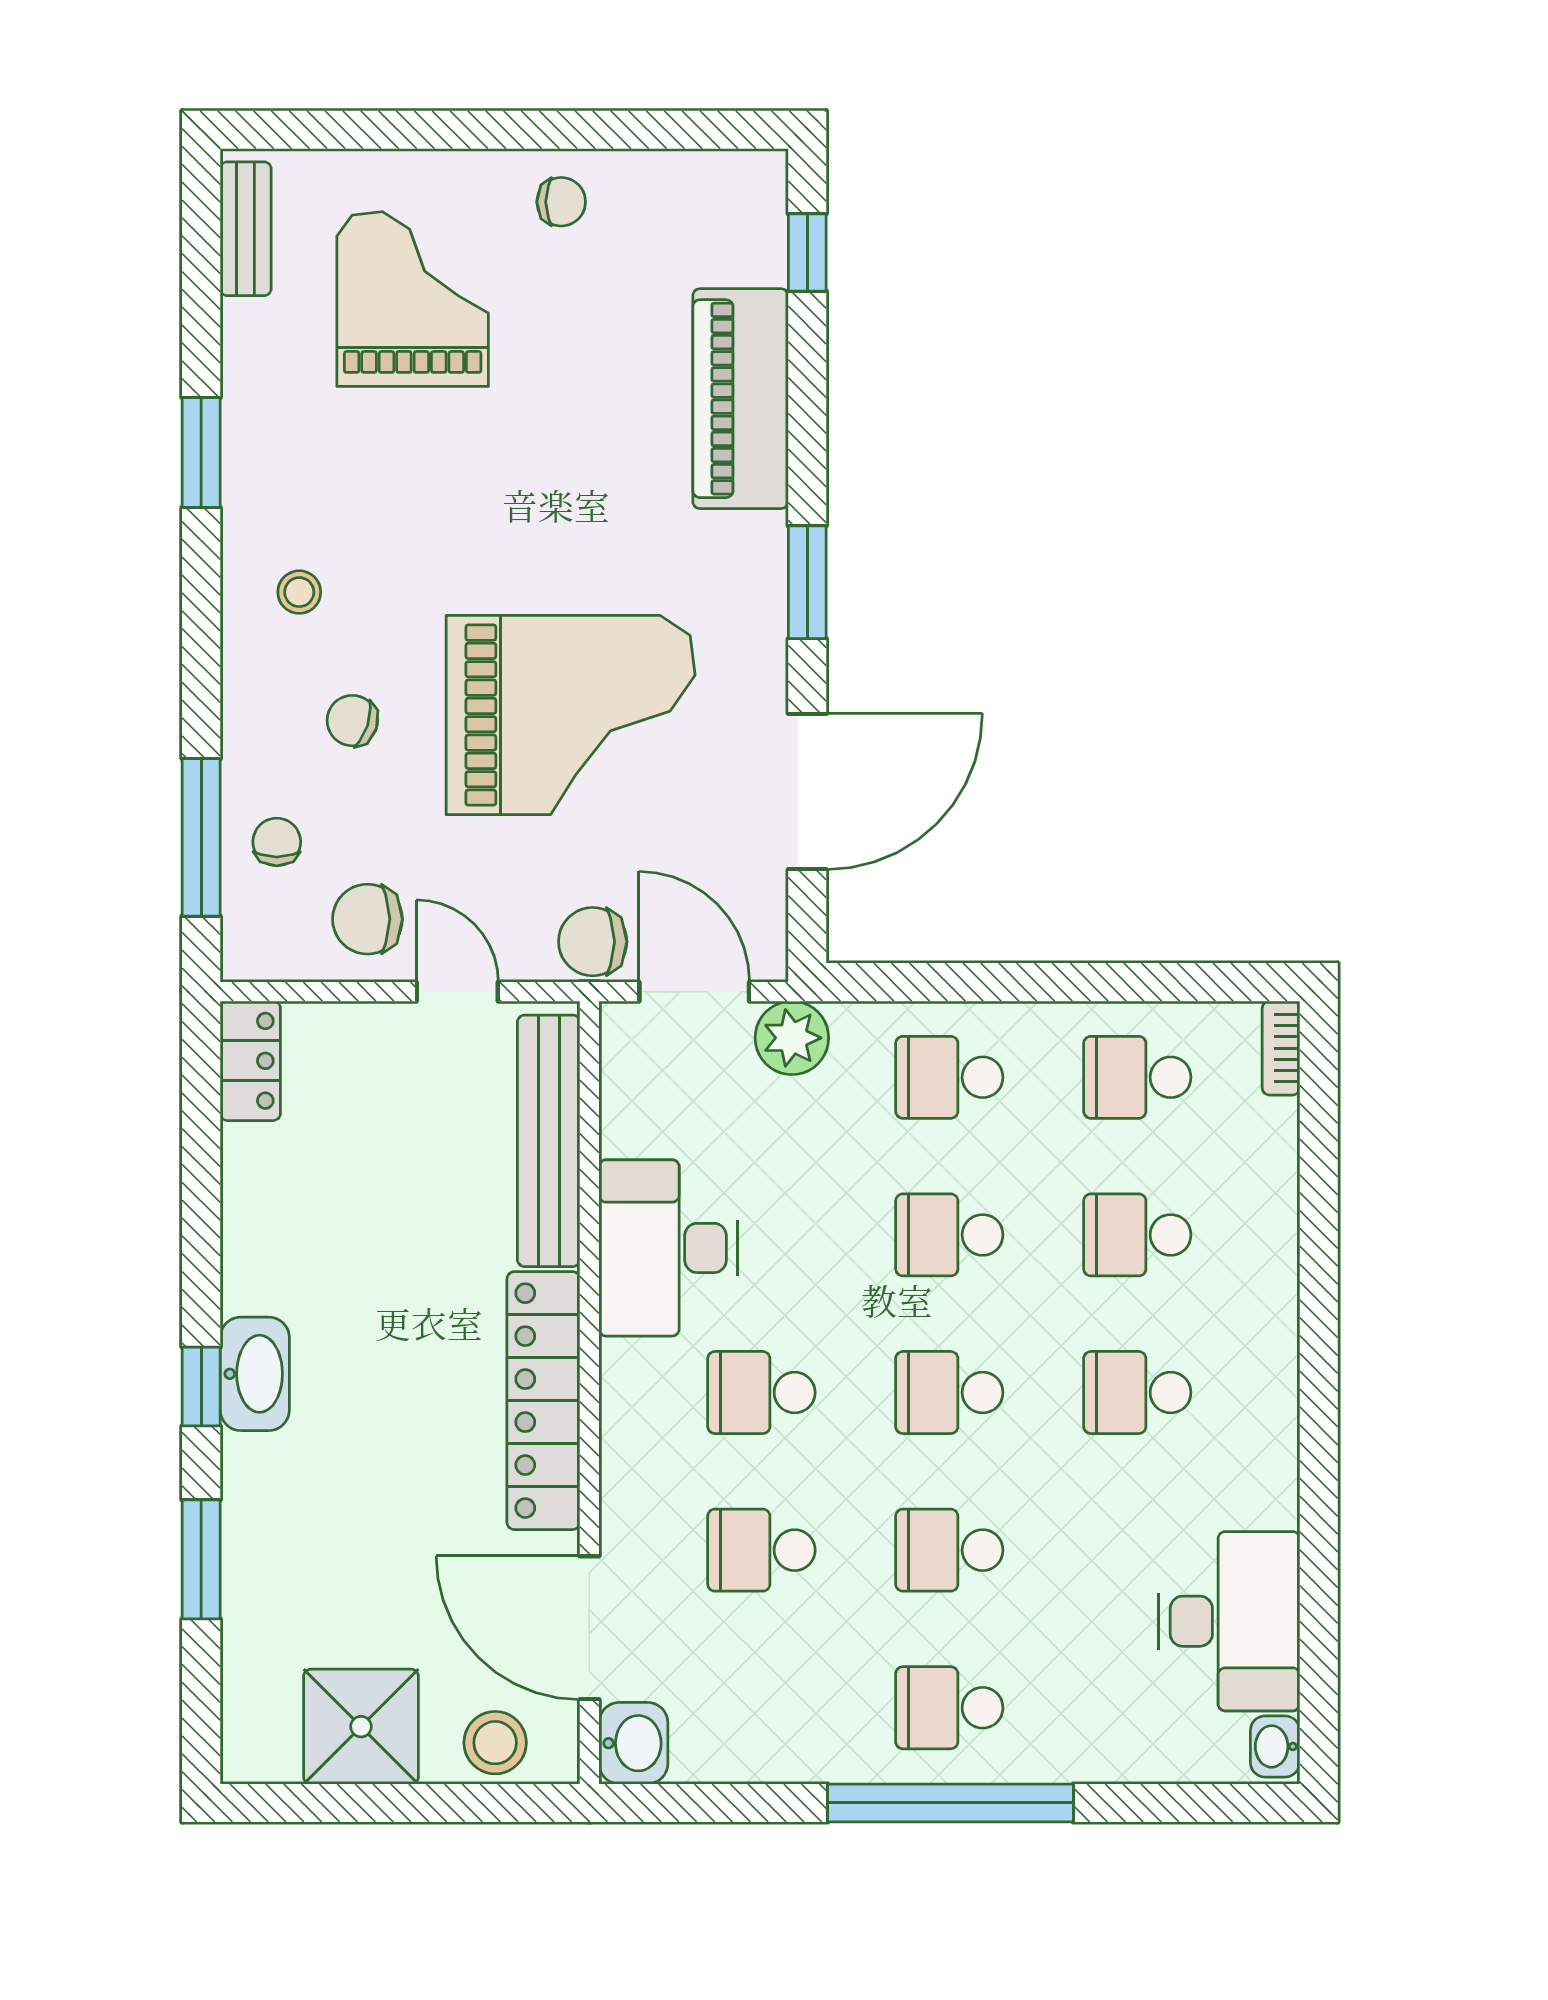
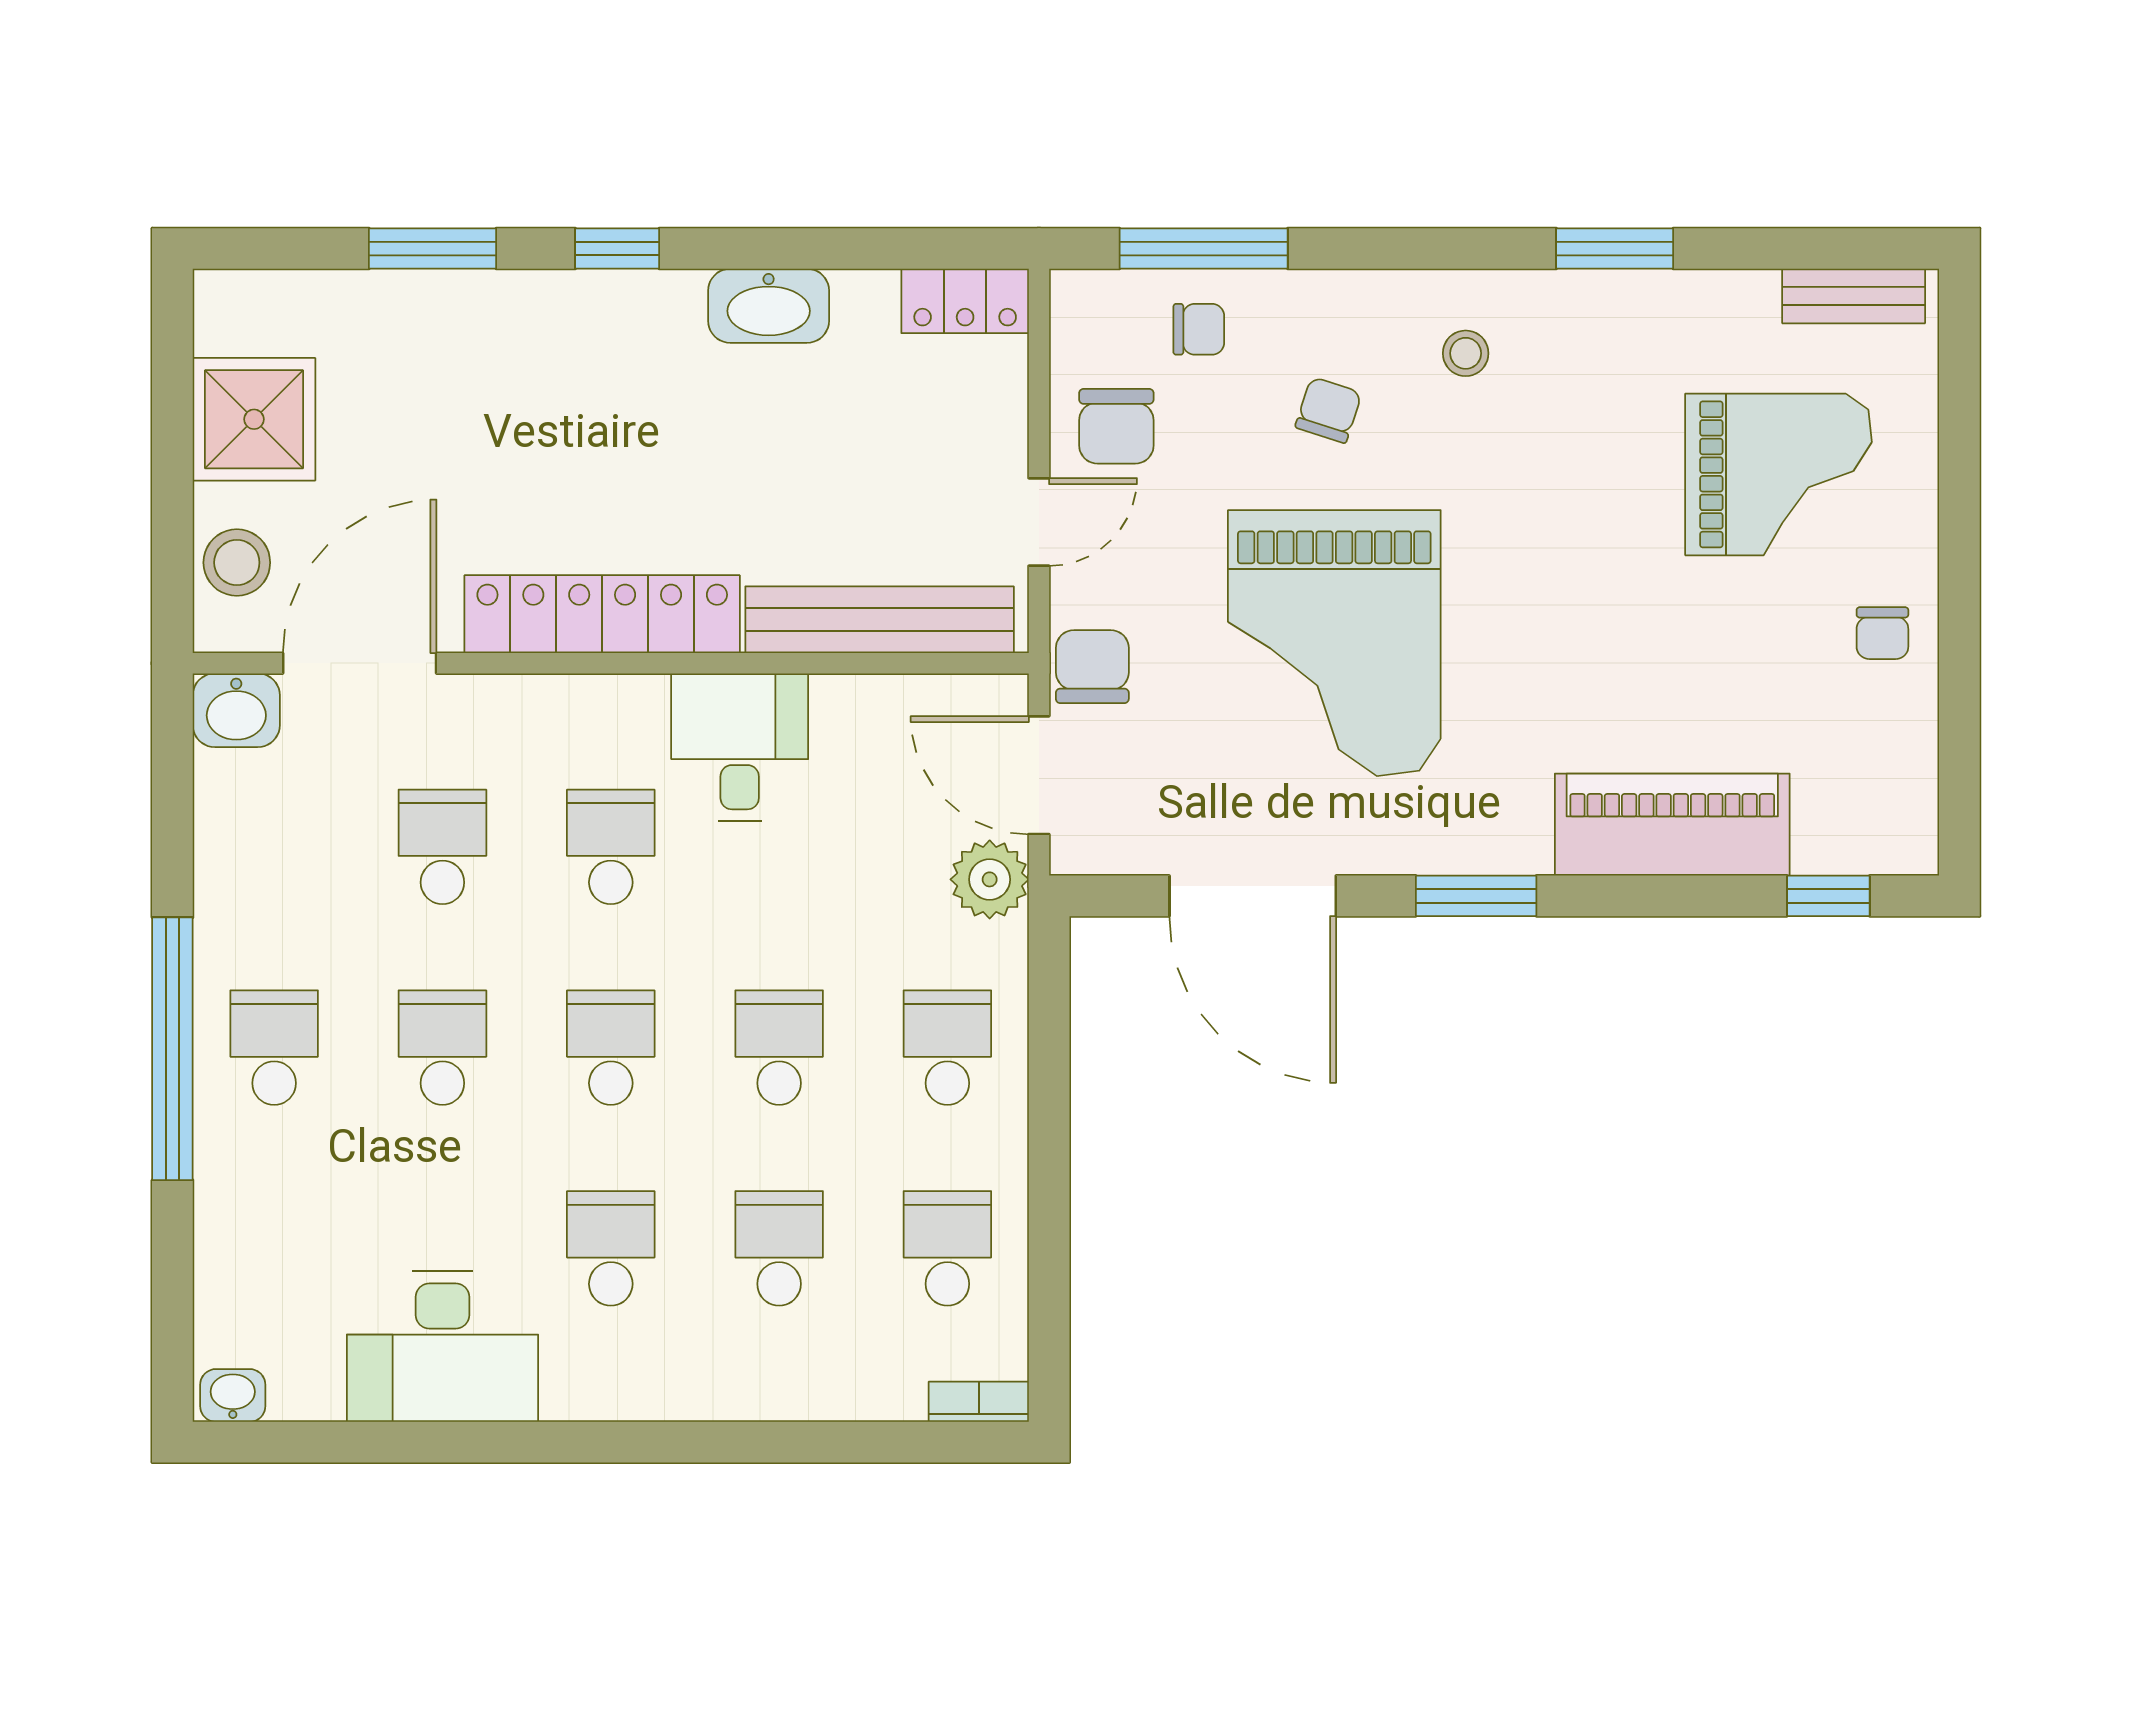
chair: (367, 919) -> (1116, 426), turned 180
door: (694, 992) -> (1039, 775), swing flipped
desk: (668, 1248) -> (740, 747), width x0.73
washbasin: (255, 1374) -> (769, 306), moved
desk: (1229, 1621) -> (442, 1347), moved

